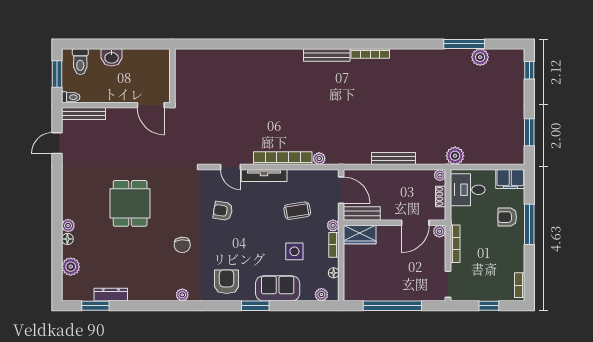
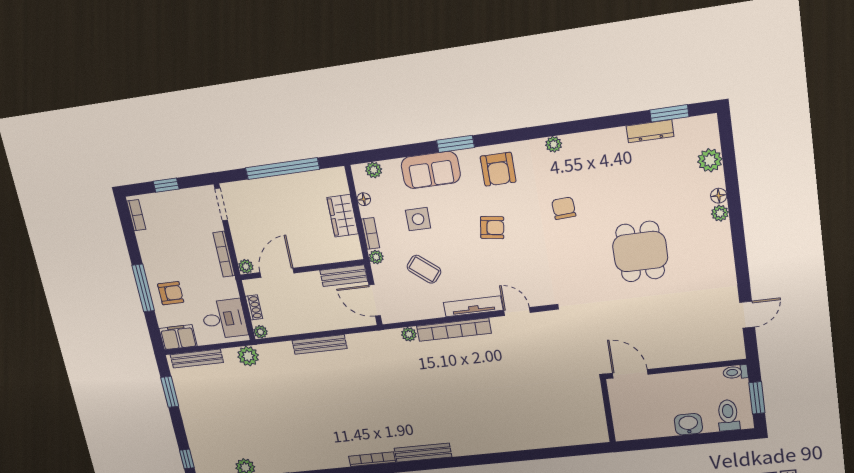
bench: (83, 114) -> (197, 359), moved
armchair: (223, 211) -> (492, 228), moved
coffee table: (297, 211) -> (424, 269), turned 49
wardrobe: (360, 235) -> (343, 216), moved, turned -90

